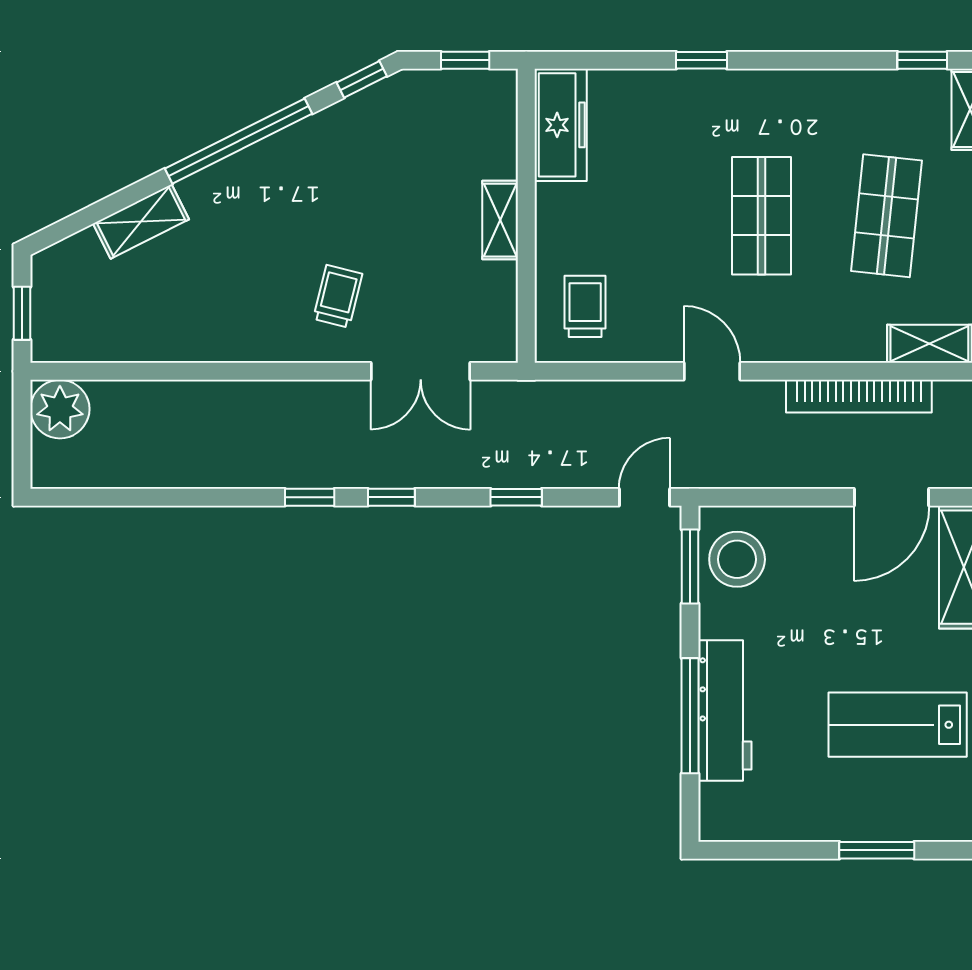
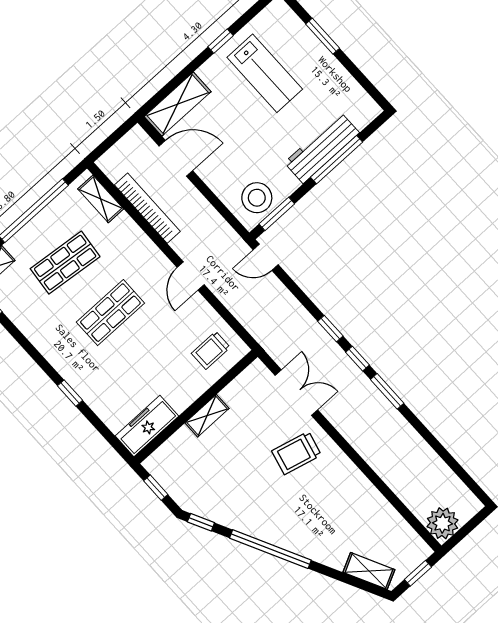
shelving: (141, 221) -> (369, 571), moved
trolley: (338, 296) -> (296, 453), width x1.36, depth x1.39
window: (310, 497) -> (387, 391), width x1.50
window: (516, 497) -> (330, 329), moved

